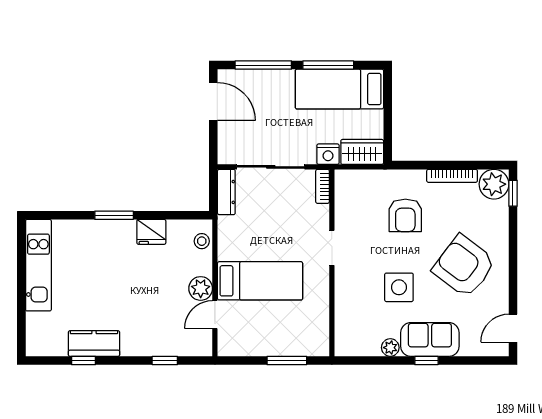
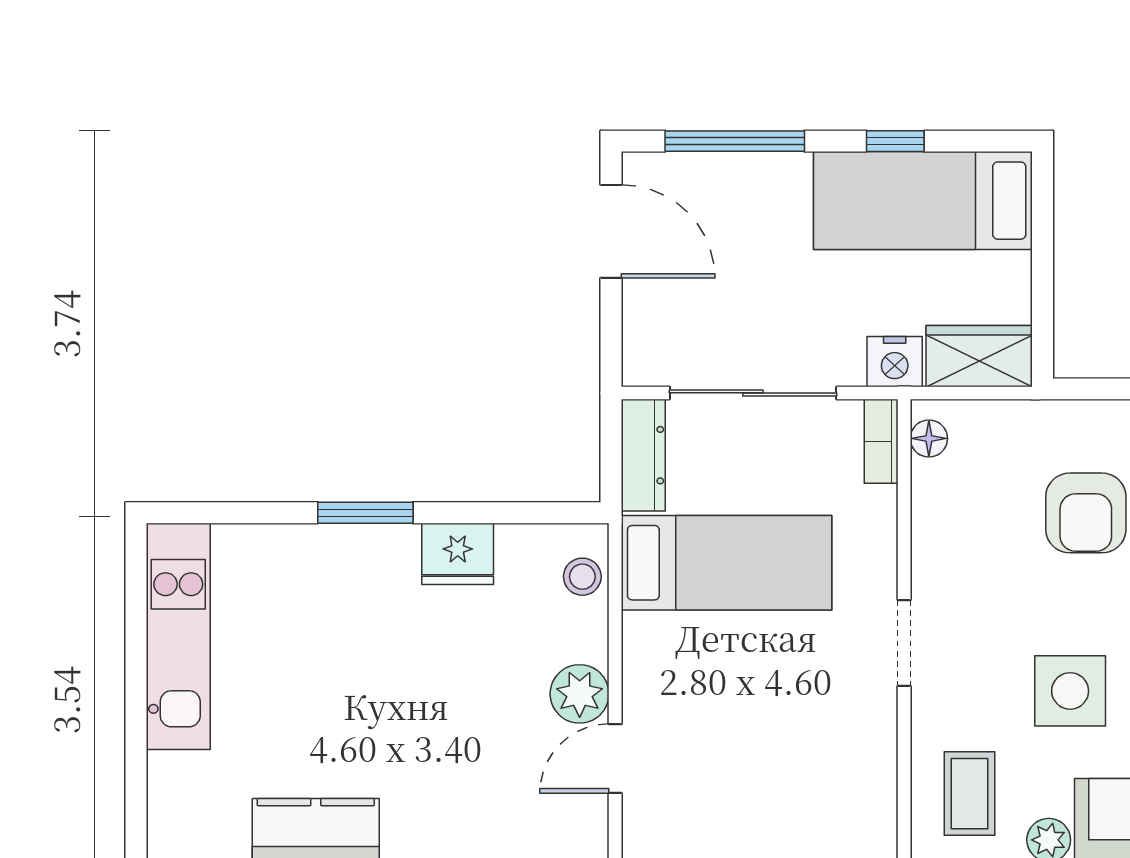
window: (328, 65) -> (895, 141), width x0.46
floor lamp: (342, 185) -> (929, 438), added
doorway: (332, 248) -> (904, 643), moved
bed: (260, 281) -> (726, 563), moved
coffee table: (358, 329) -> (970, 794), added

